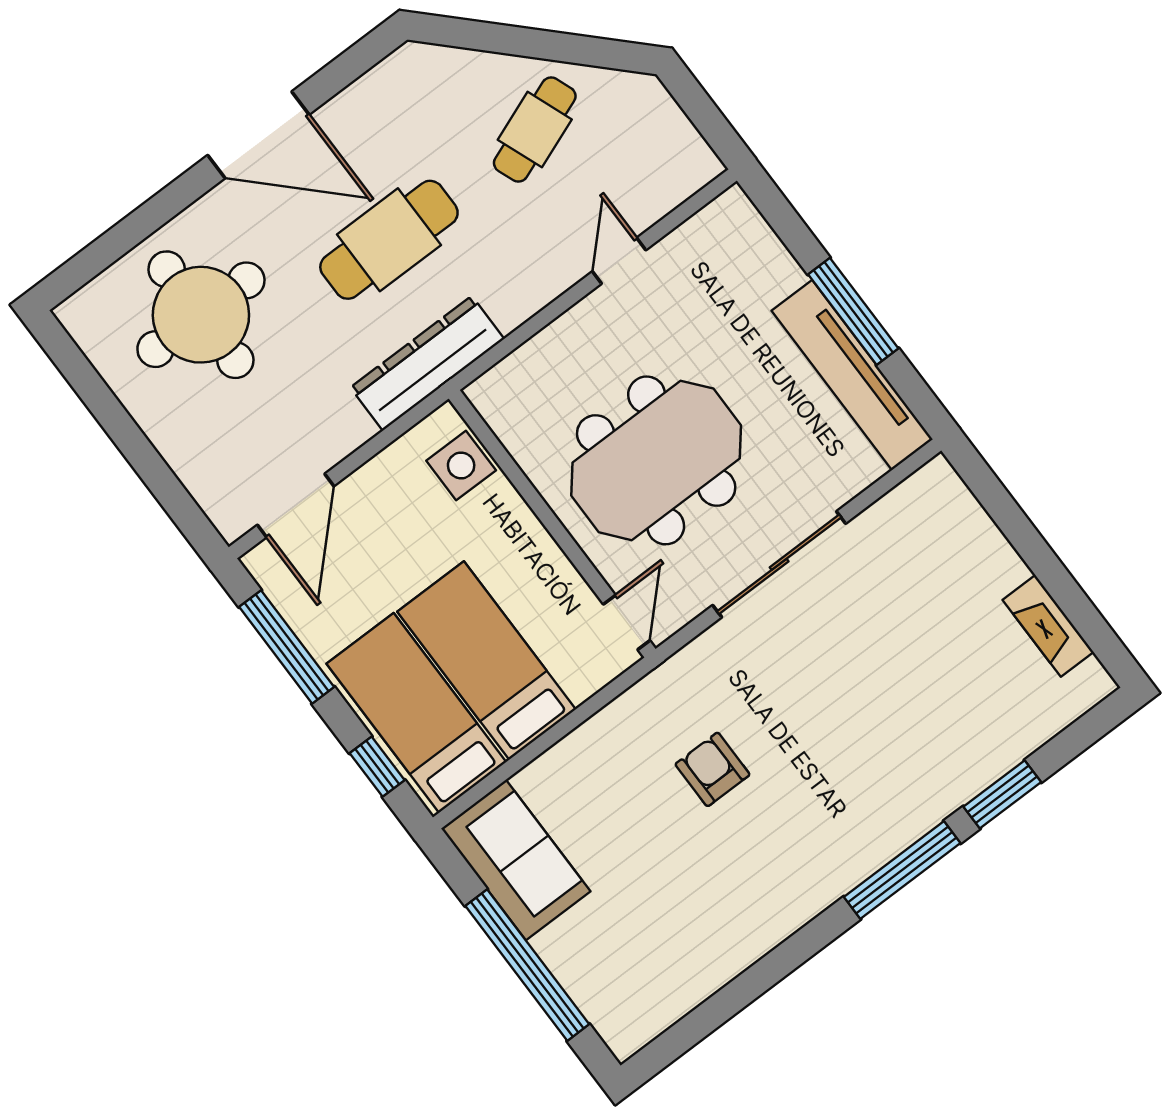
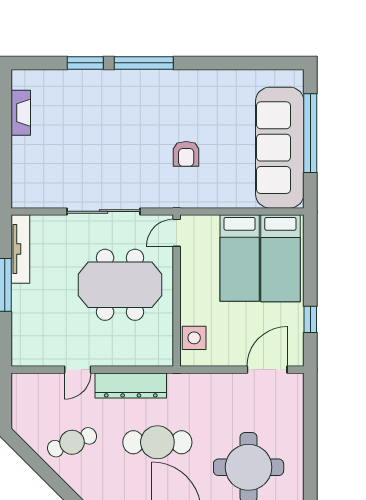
dresser: (427, 363) -> (131, 385), moved
tv unit: (852, 375) -> (20, 249), width x0.73, depth x0.78
window: (287, 647) -> (310, 319), width x0.46
window: (377, 767) -> (310, 249), removed
sofa: (516, 860) -> (280, 148), width x1.85, depth x1.27

